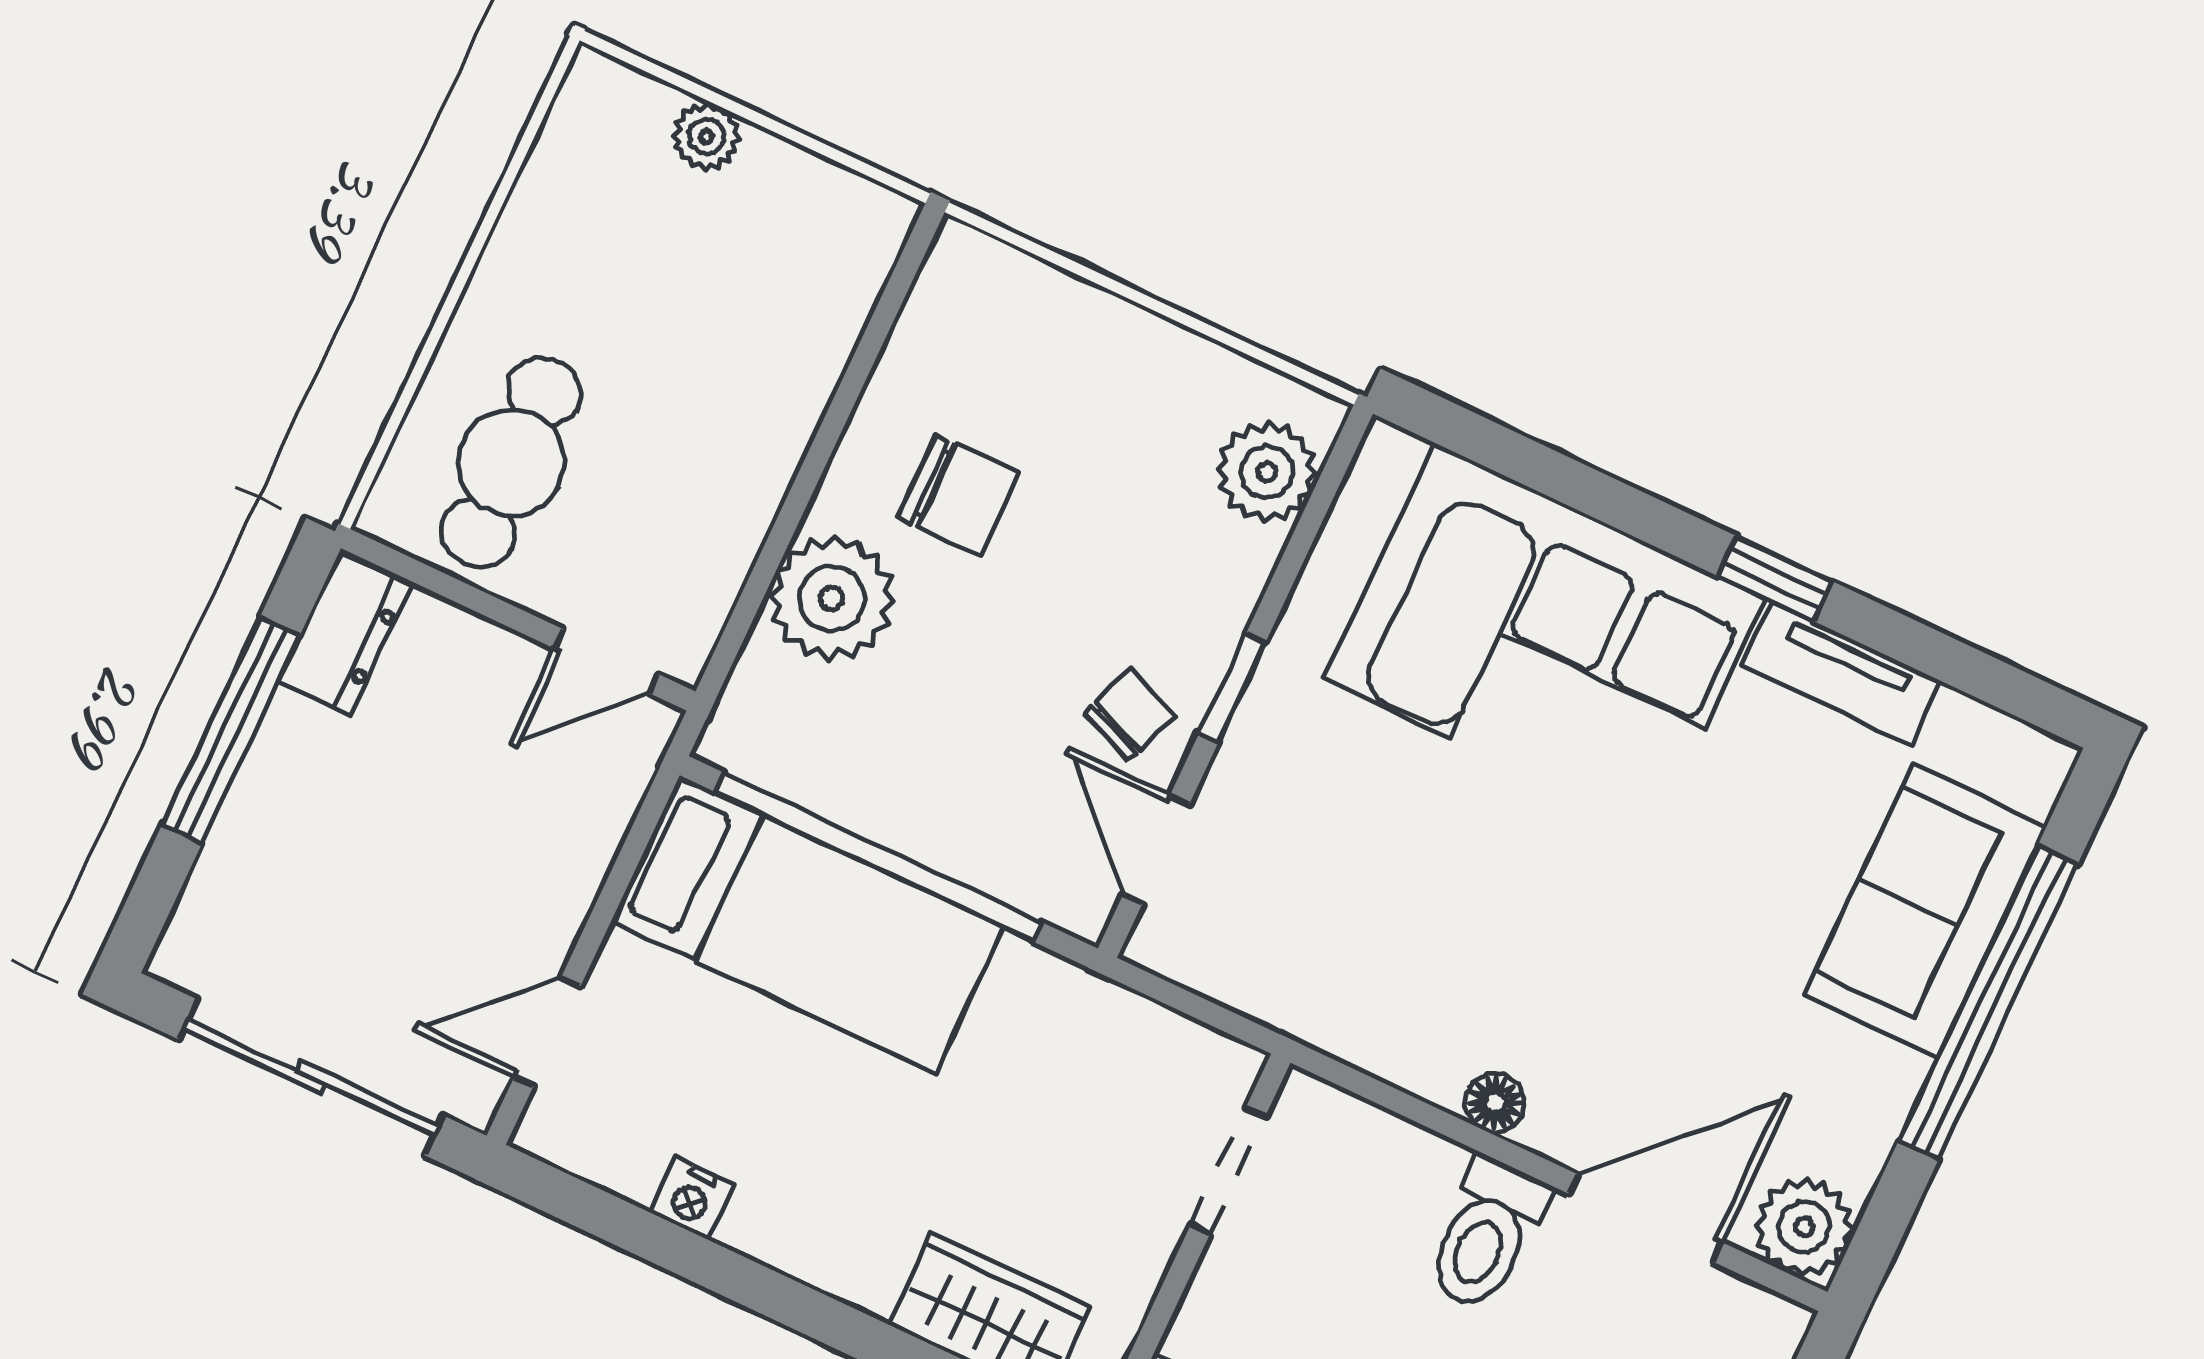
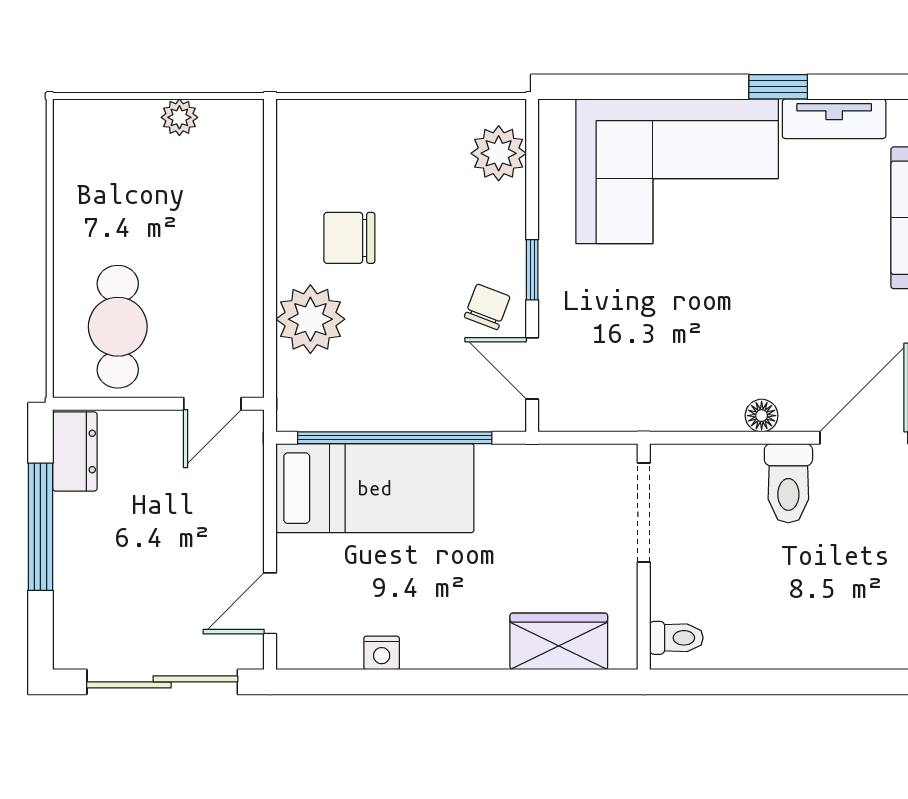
plant: (706, 137) -> (179, 117), moved
chair: (958, 496) -> (349, 238), turned 180
doorway: (1228, 1171) -> (644, 513), width x1.38

